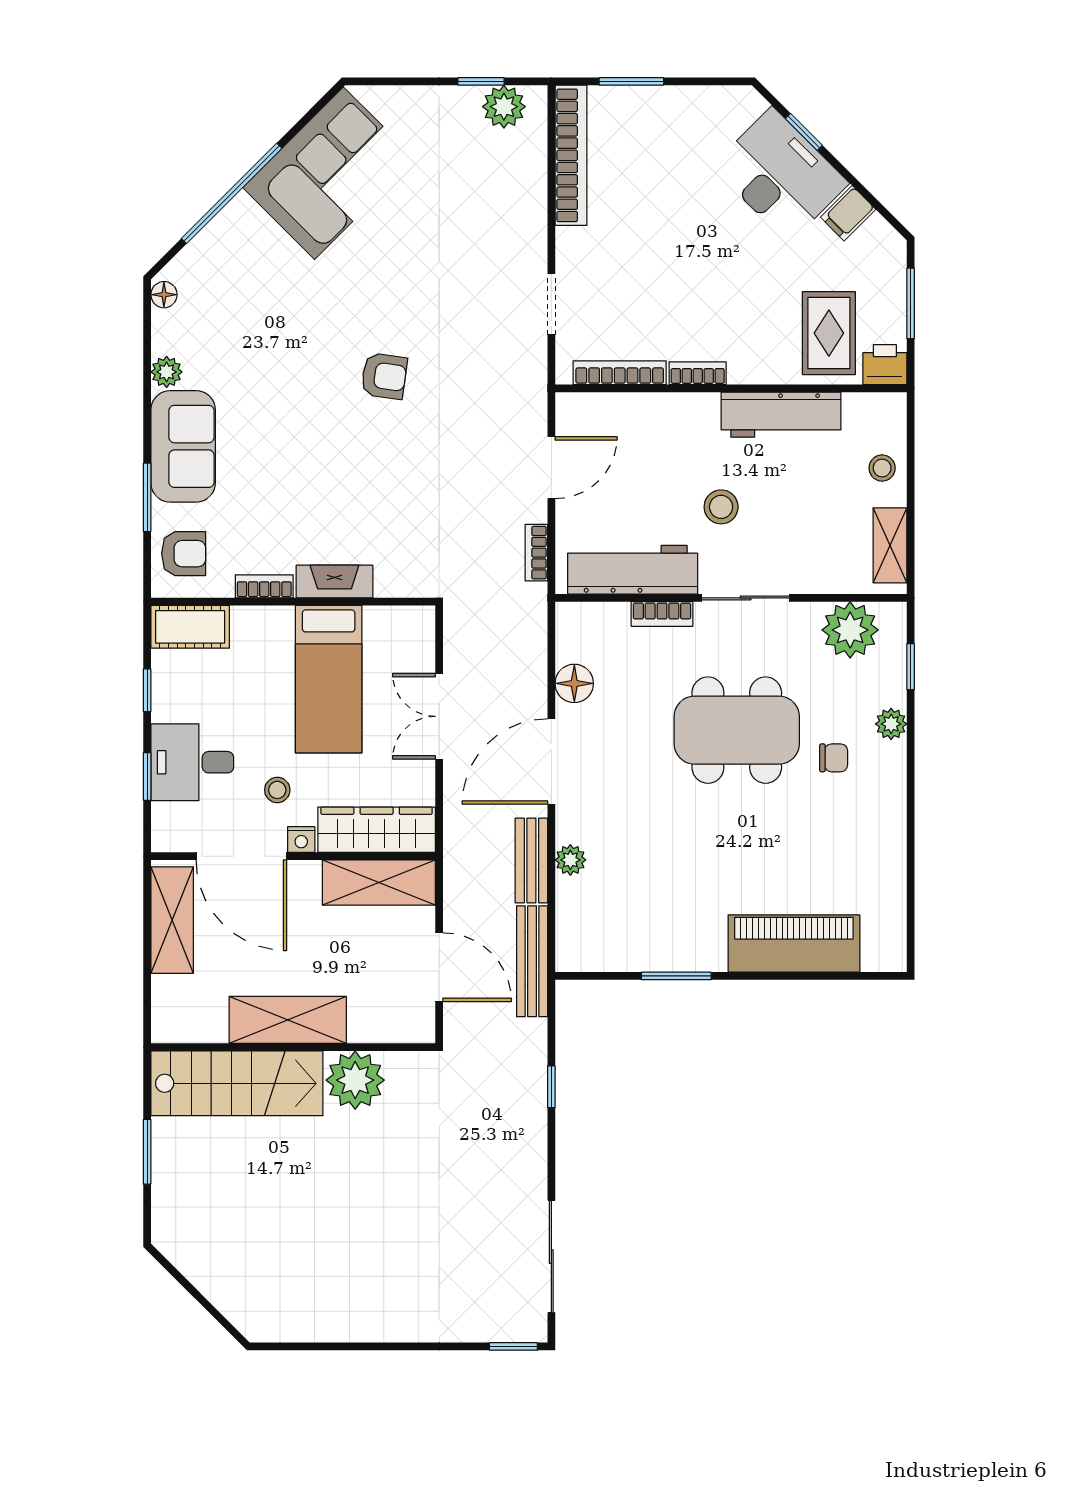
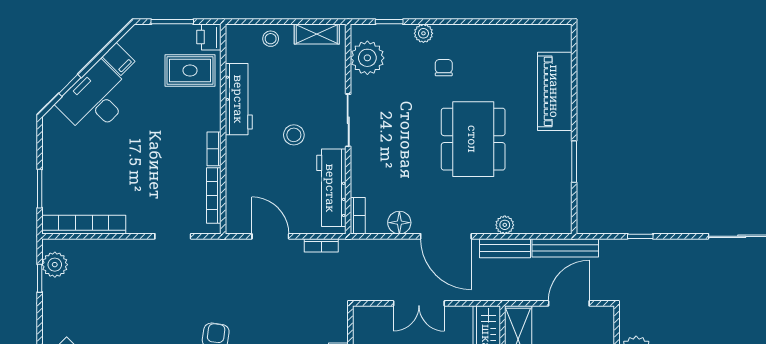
bookcase: (662, 614) -> (358, 216), moved
dining table: (737, 730) -> (473, 139), moved

